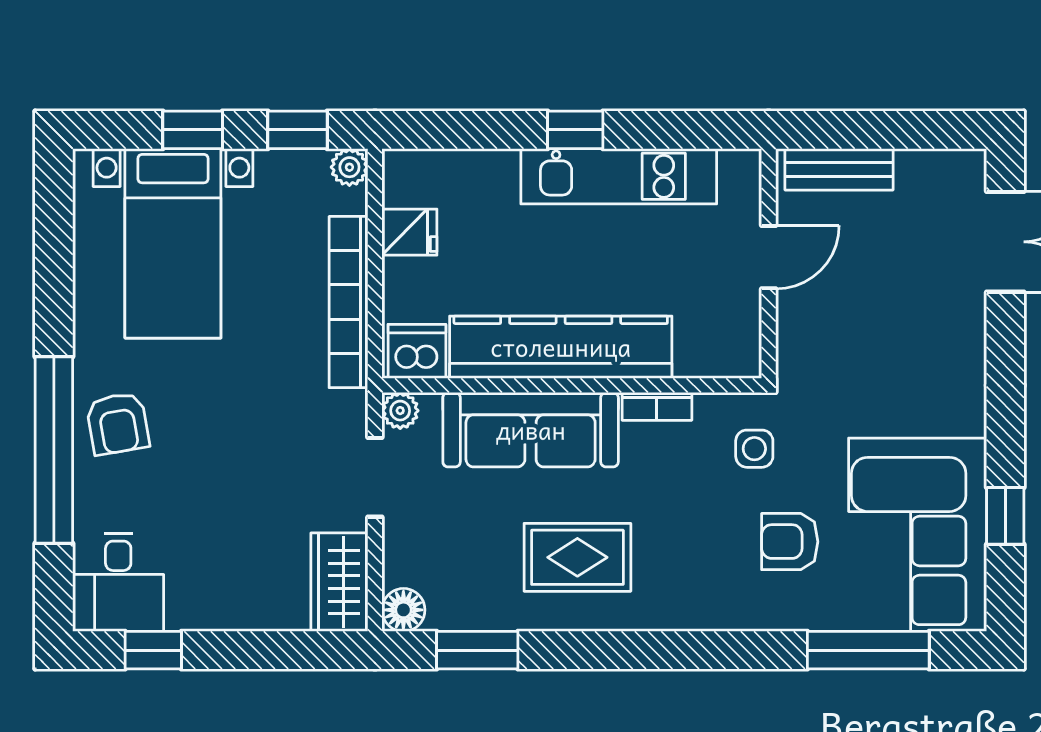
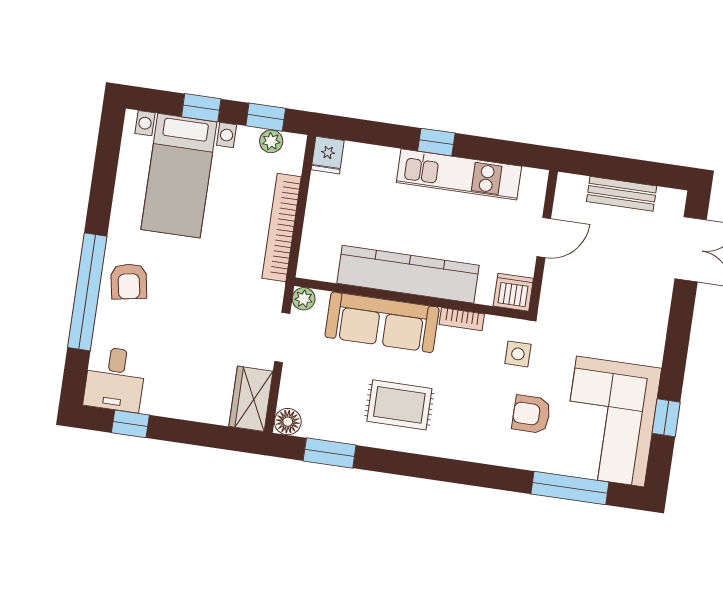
plant: (349, 167) -> (271, 141), moved
bench: (839, 169) -> (622, 194), moved
fridge: (409, 232) -> (328, 155), moved, turned 90
dishwasher: (417, 351) -> (513, 292), moved

